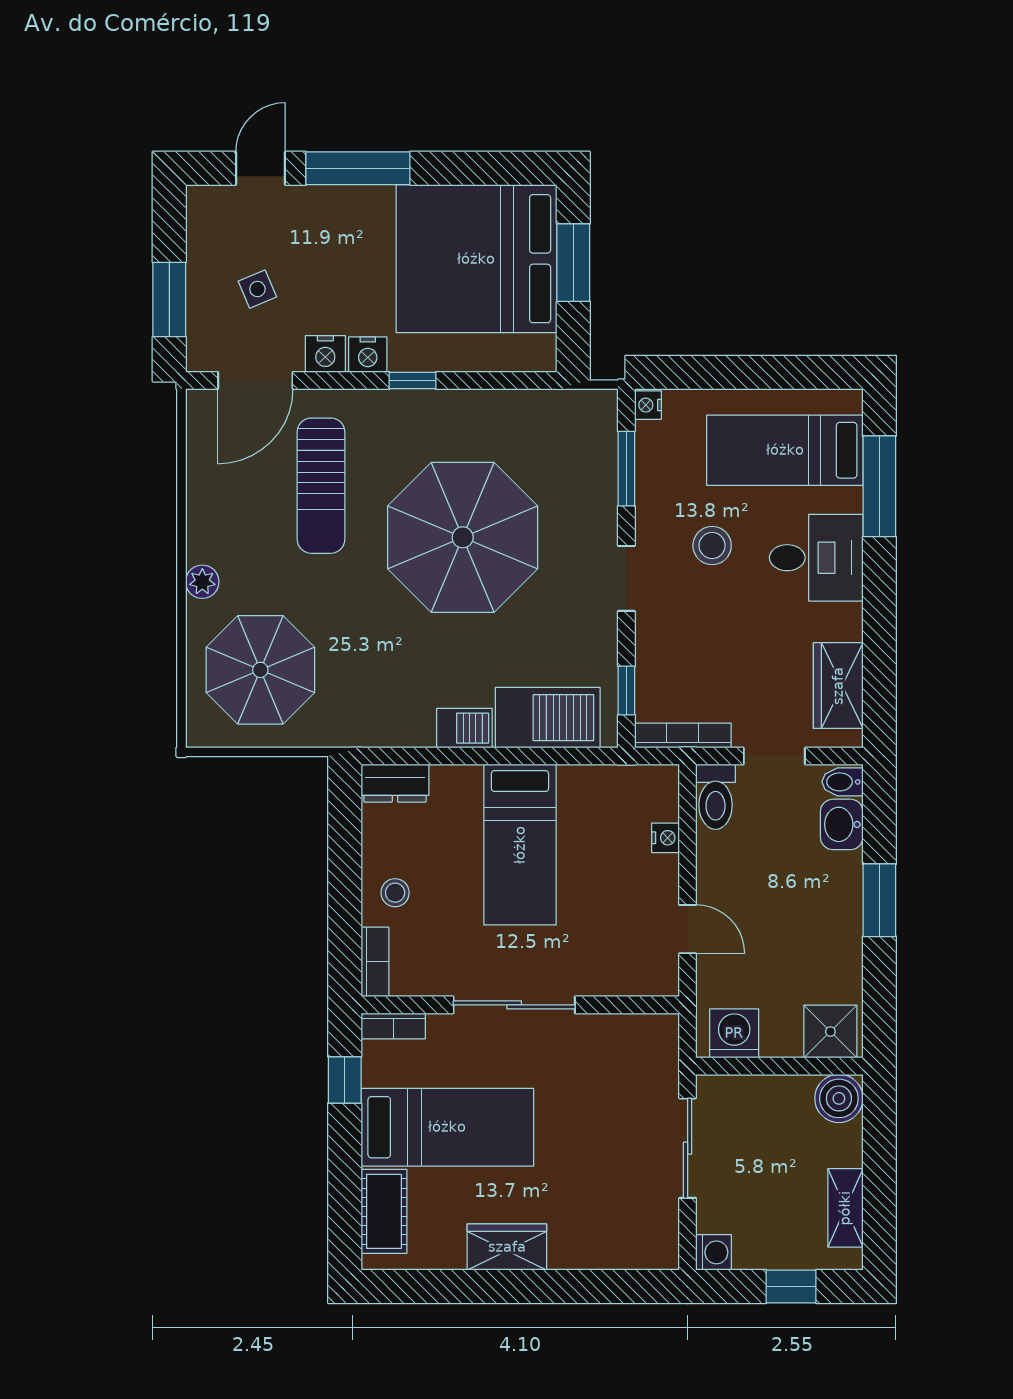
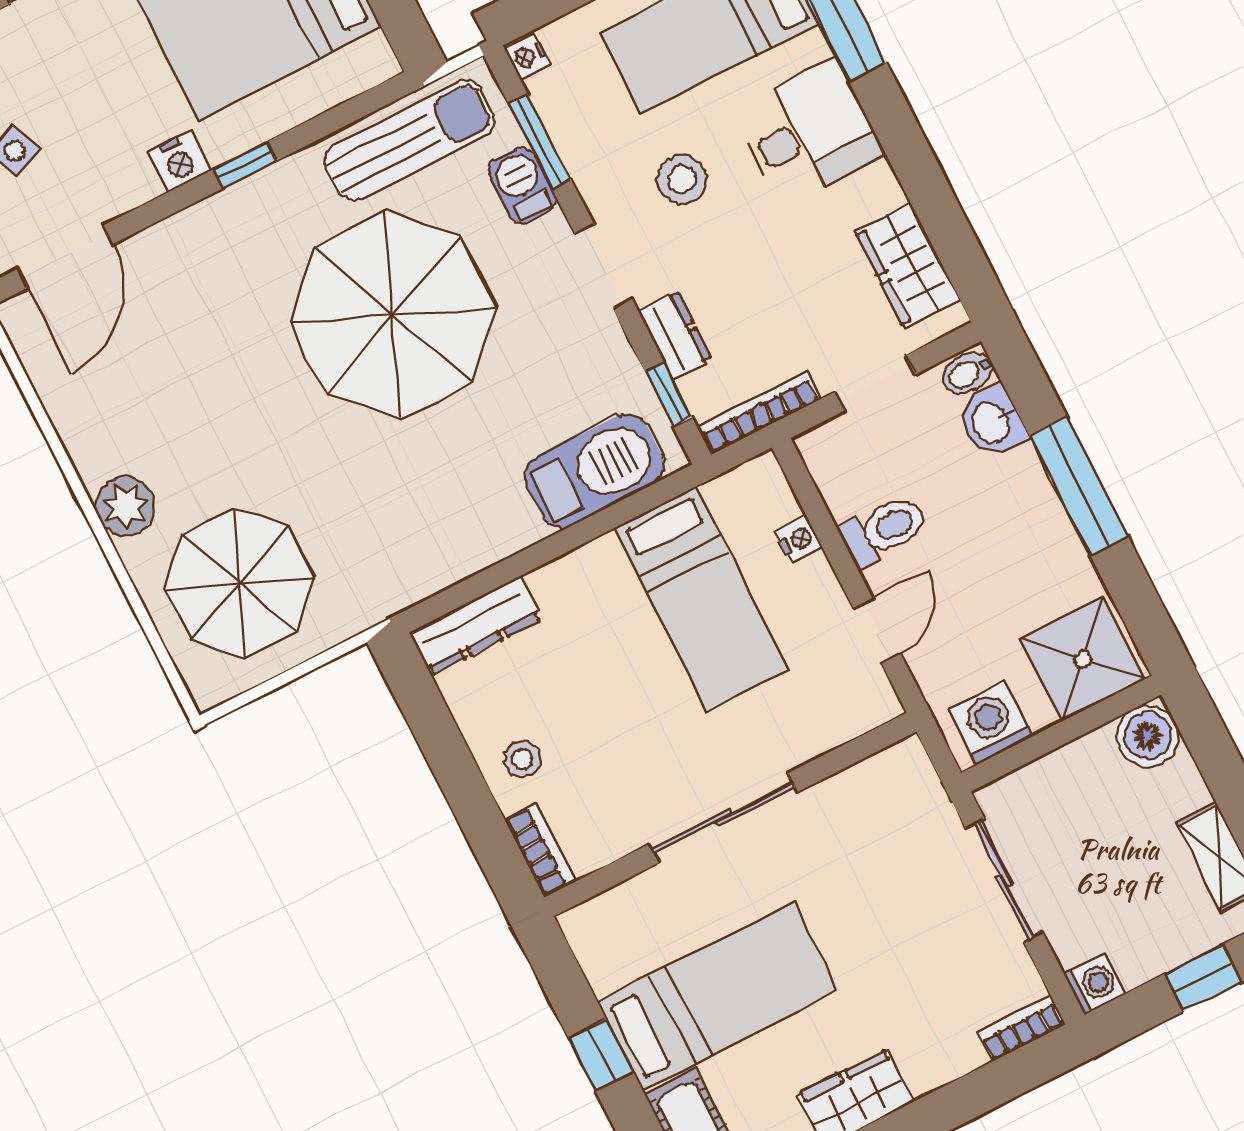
nightstand: (325, 354) -> (130, 186), removed
sun lounger: (321, 486) -> (410, 140), moved, turned -90
plant: (202, 582) -> (125, 506), width x1.38, depth x1.38
dresser: (652, 651) -> (675, 335), added
barbecue: (464, 728) -> (522, 186), moved, turned -90
dresser: (395, 783) -> (476, 626), width x1.44
toilet: (716, 797) -> (884, 530), moved, turned -90
bed: (520, 845) -> (701, 599), moved
window: (879, 900) -> (1079, 487), width x1.44
door: (688, 929) -> (877, 631), hinge flipped
bookcase: (393, 1026) -> (1022, 1028), moved, turned 180
shower: (830, 1032) -> (1083, 659), width x1.36, depth x1.36
window: (345, 1080) -> (601, 1055), moved

